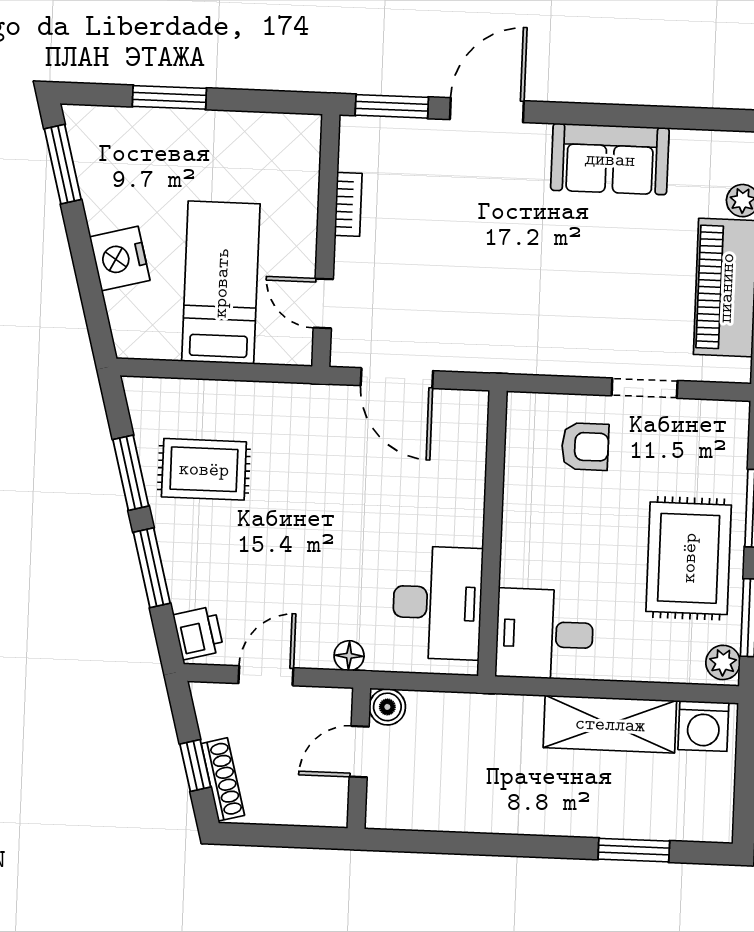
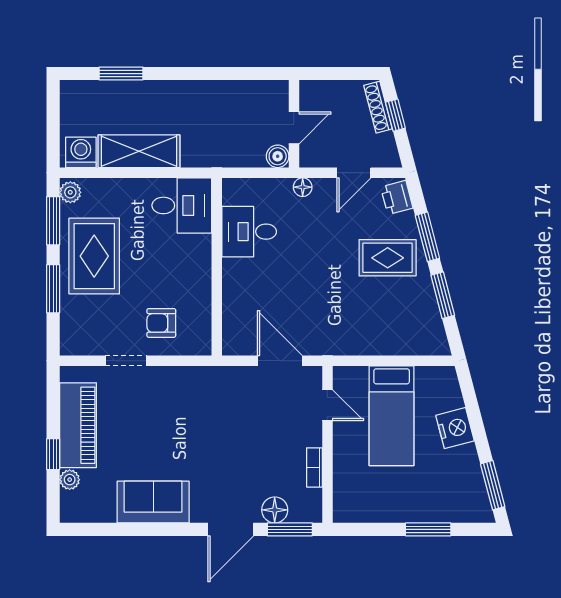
floor lamp: (415, 139) -> (275, 510), added
rug: (204, 469) -> (388, 258), moved
desk: (437, 603) -> (249, 232), width x0.73

